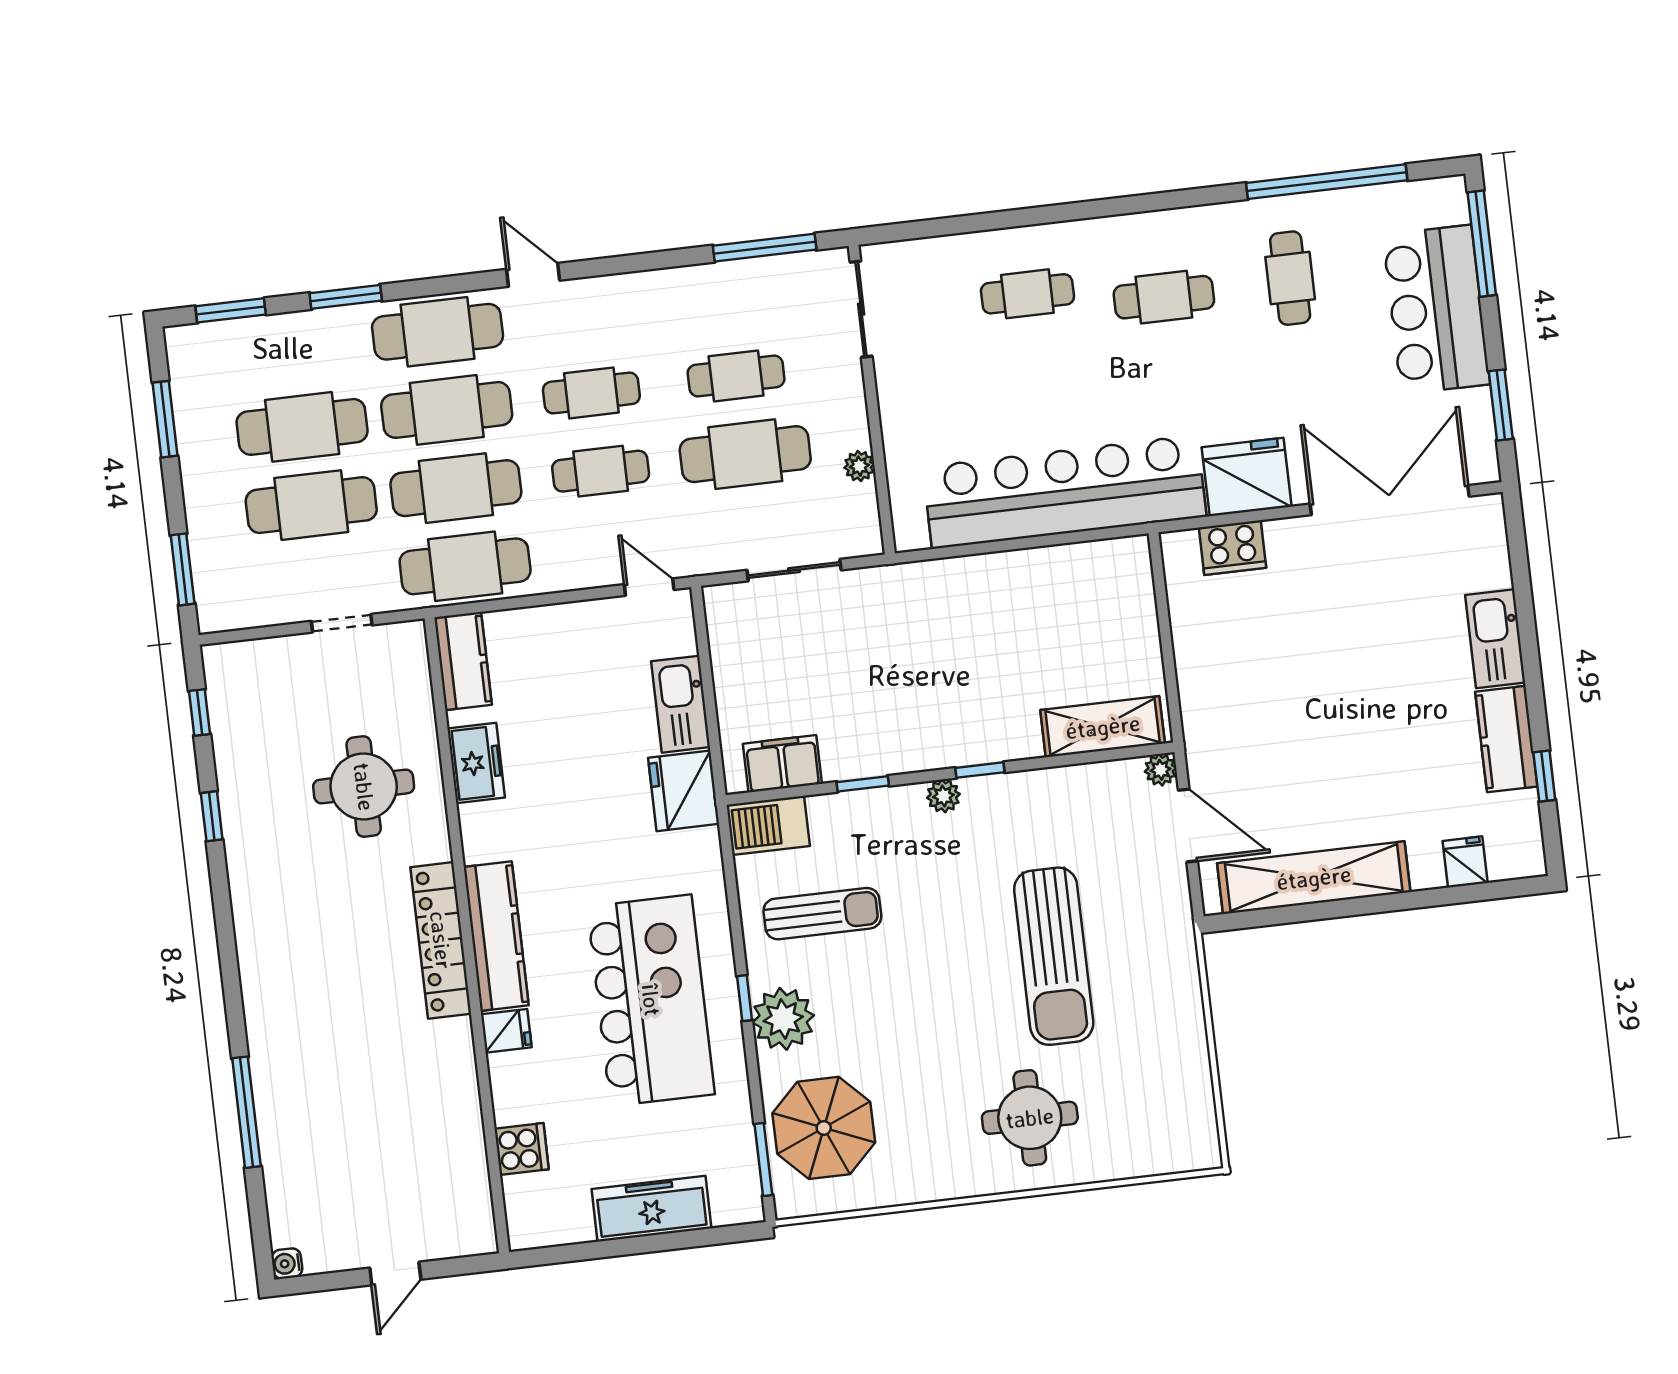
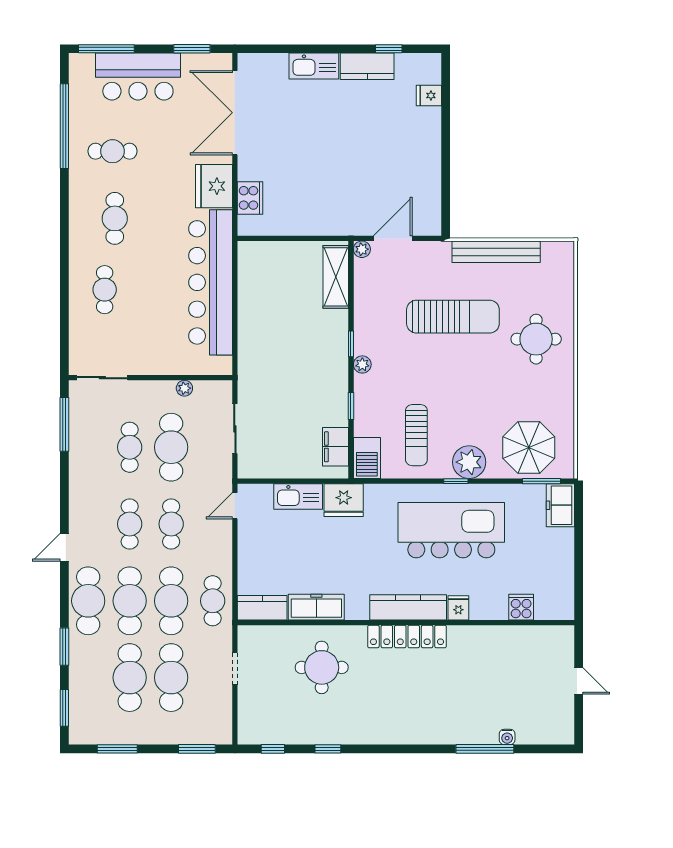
cafe table: (465, 566) -> (213, 601), width x0.73, depth x0.74
freezer: (476, 763) -> (316, 607), width x1.40
shelving: (1314, 878) -> (428, 176), removed
sun lounger: (822, 914) -> (416, 435), turned 180
bench: (1185, 1023) -> (496, 252), added
freezer: (651, 1209) -> (560, 505), moved, width x0.71
water cooler: (287, 1264) -> (507, 737), moved

